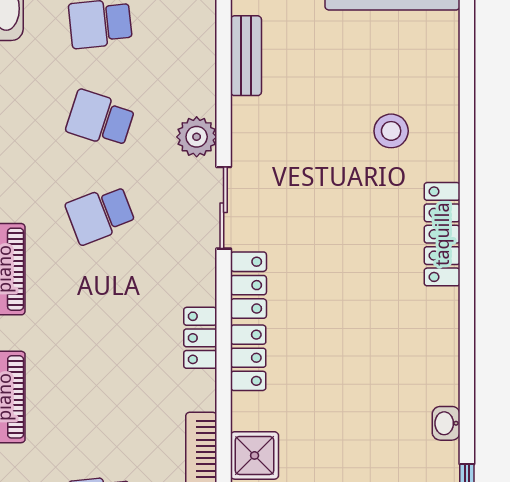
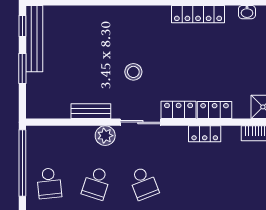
bench: (246, 56) -> (91, 111), moved
stool: (391, 131) -> (133, 72), moved
locker: (442, 234) -> (198, 14), moved

